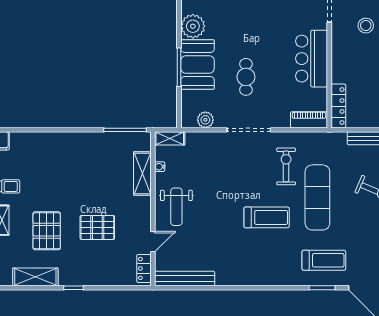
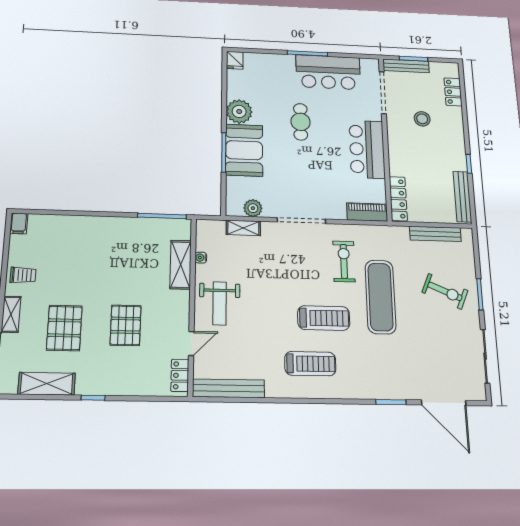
cafe table: (246, 77) -> (301, 122), moved
shelving: (170, 138) -> (243, 228), moved
pallet: (97, 227) -> (126, 325), turned 90
treadmill: (324, 260) -> (310, 364), moved

